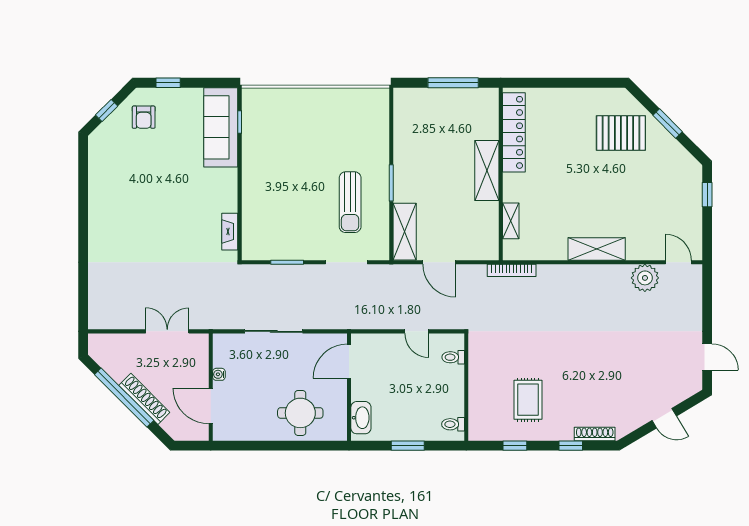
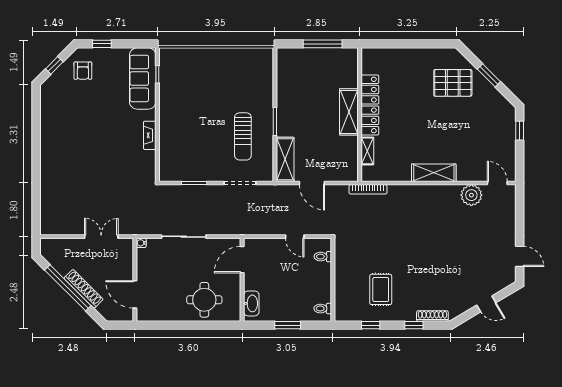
locker: (514, 132) -> (370, 105), moved
fireplace: (230, 232) -> (150, 135), moved
water cooler: (219, 374) -> (141, 243), moved

